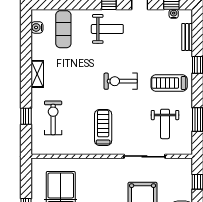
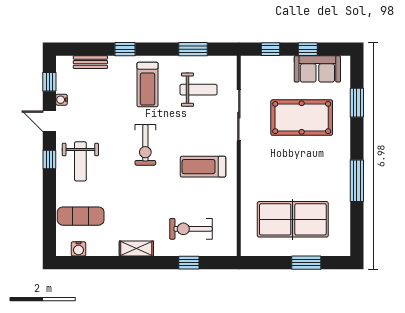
water cooler: (174, 14) -> (61, 100), moved
weight bench: (107, 29) -> (80, 161), turned 180

